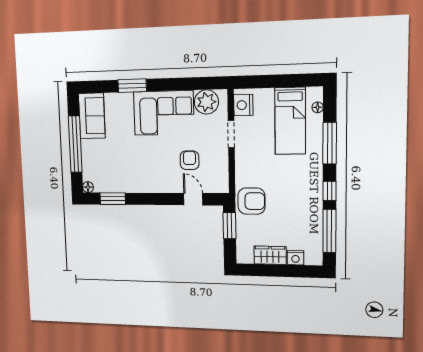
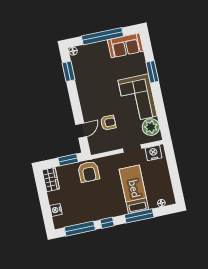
bed: (290, 121) -> (134, 189), moved, turned 90
wardrobe: (270, 255) -> (51, 180), moved

